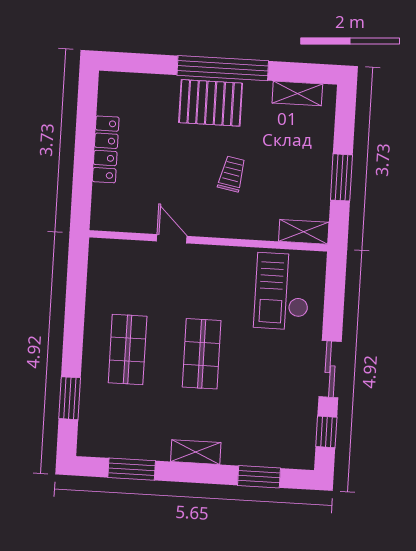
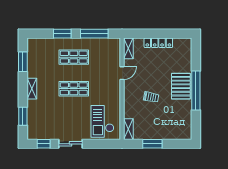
shelving: (297, 93) -> (128, 48), moved
checkout: (282, 291) -> (102, 121), turned -90
window: (76, 298) -> (94, 34), added
window: (70, 398) -> (62, 34), moved

